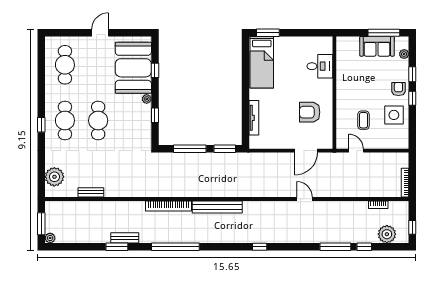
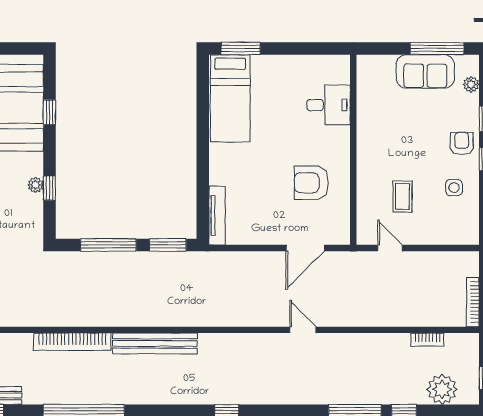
plant: (147, 99) -> (35, 185), moved
side table: (394, 115) -> (454, 188), width x0.54, depth x0.54
tv unit: (254, 118) -> (217, 215), moved

